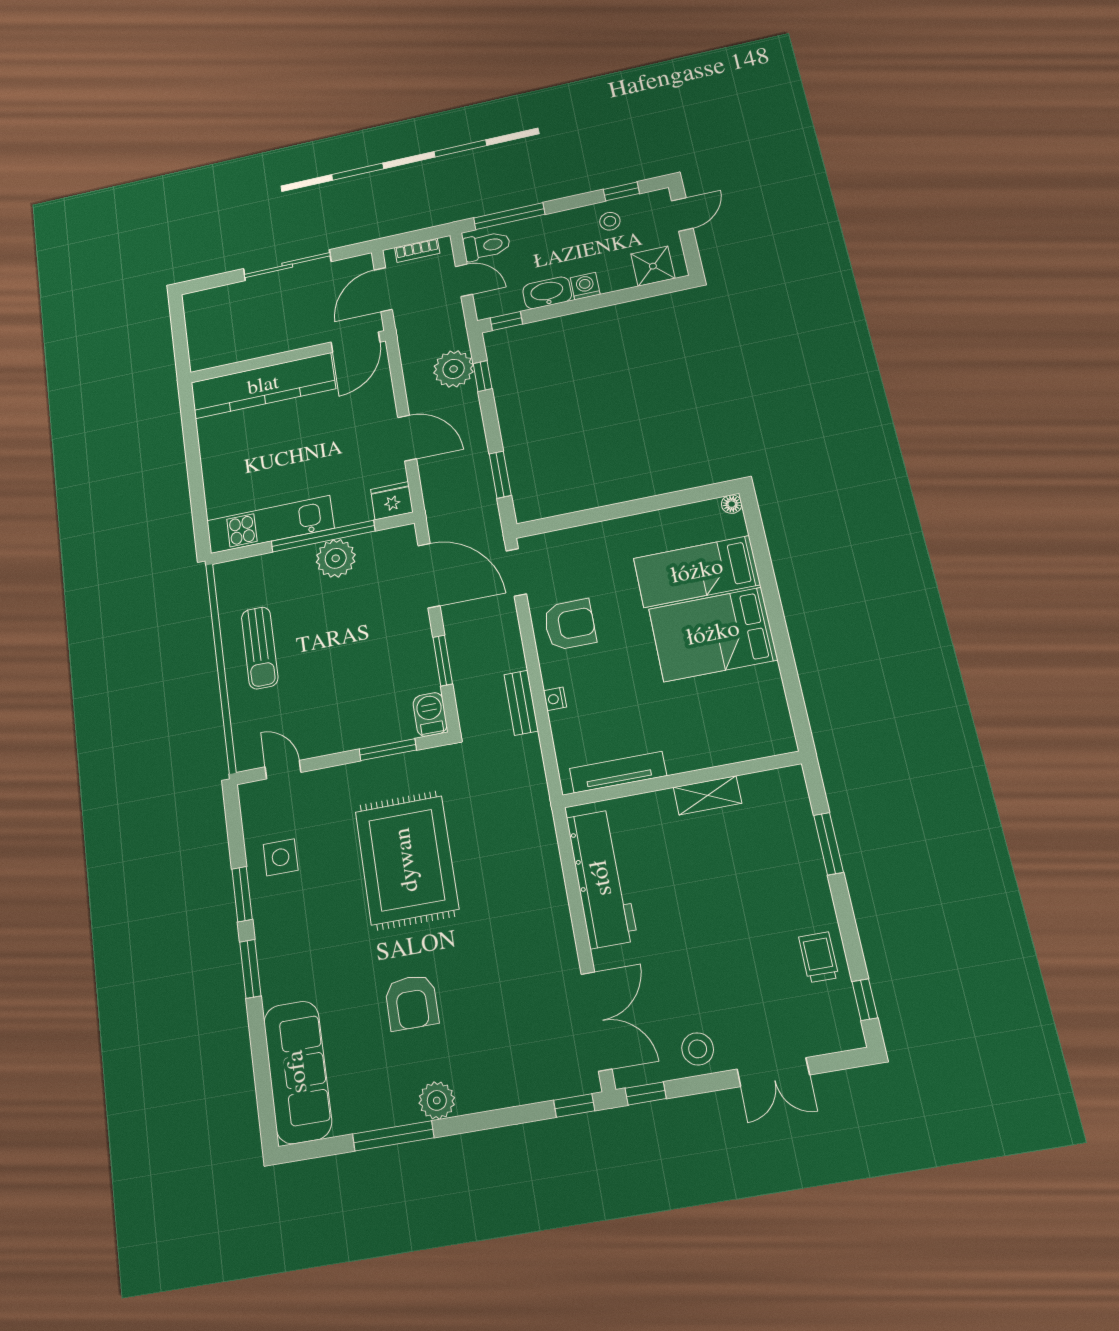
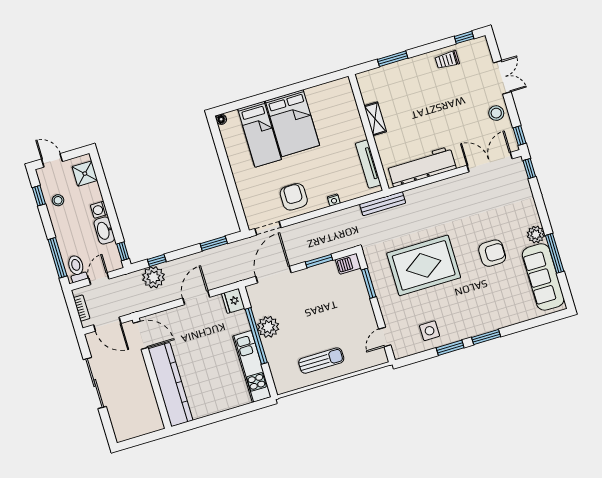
bench: (521, 703) -> (383, 204), moved, width x1.36
sofa: (298, 1072) -> (543, 277), moved, turned -90

